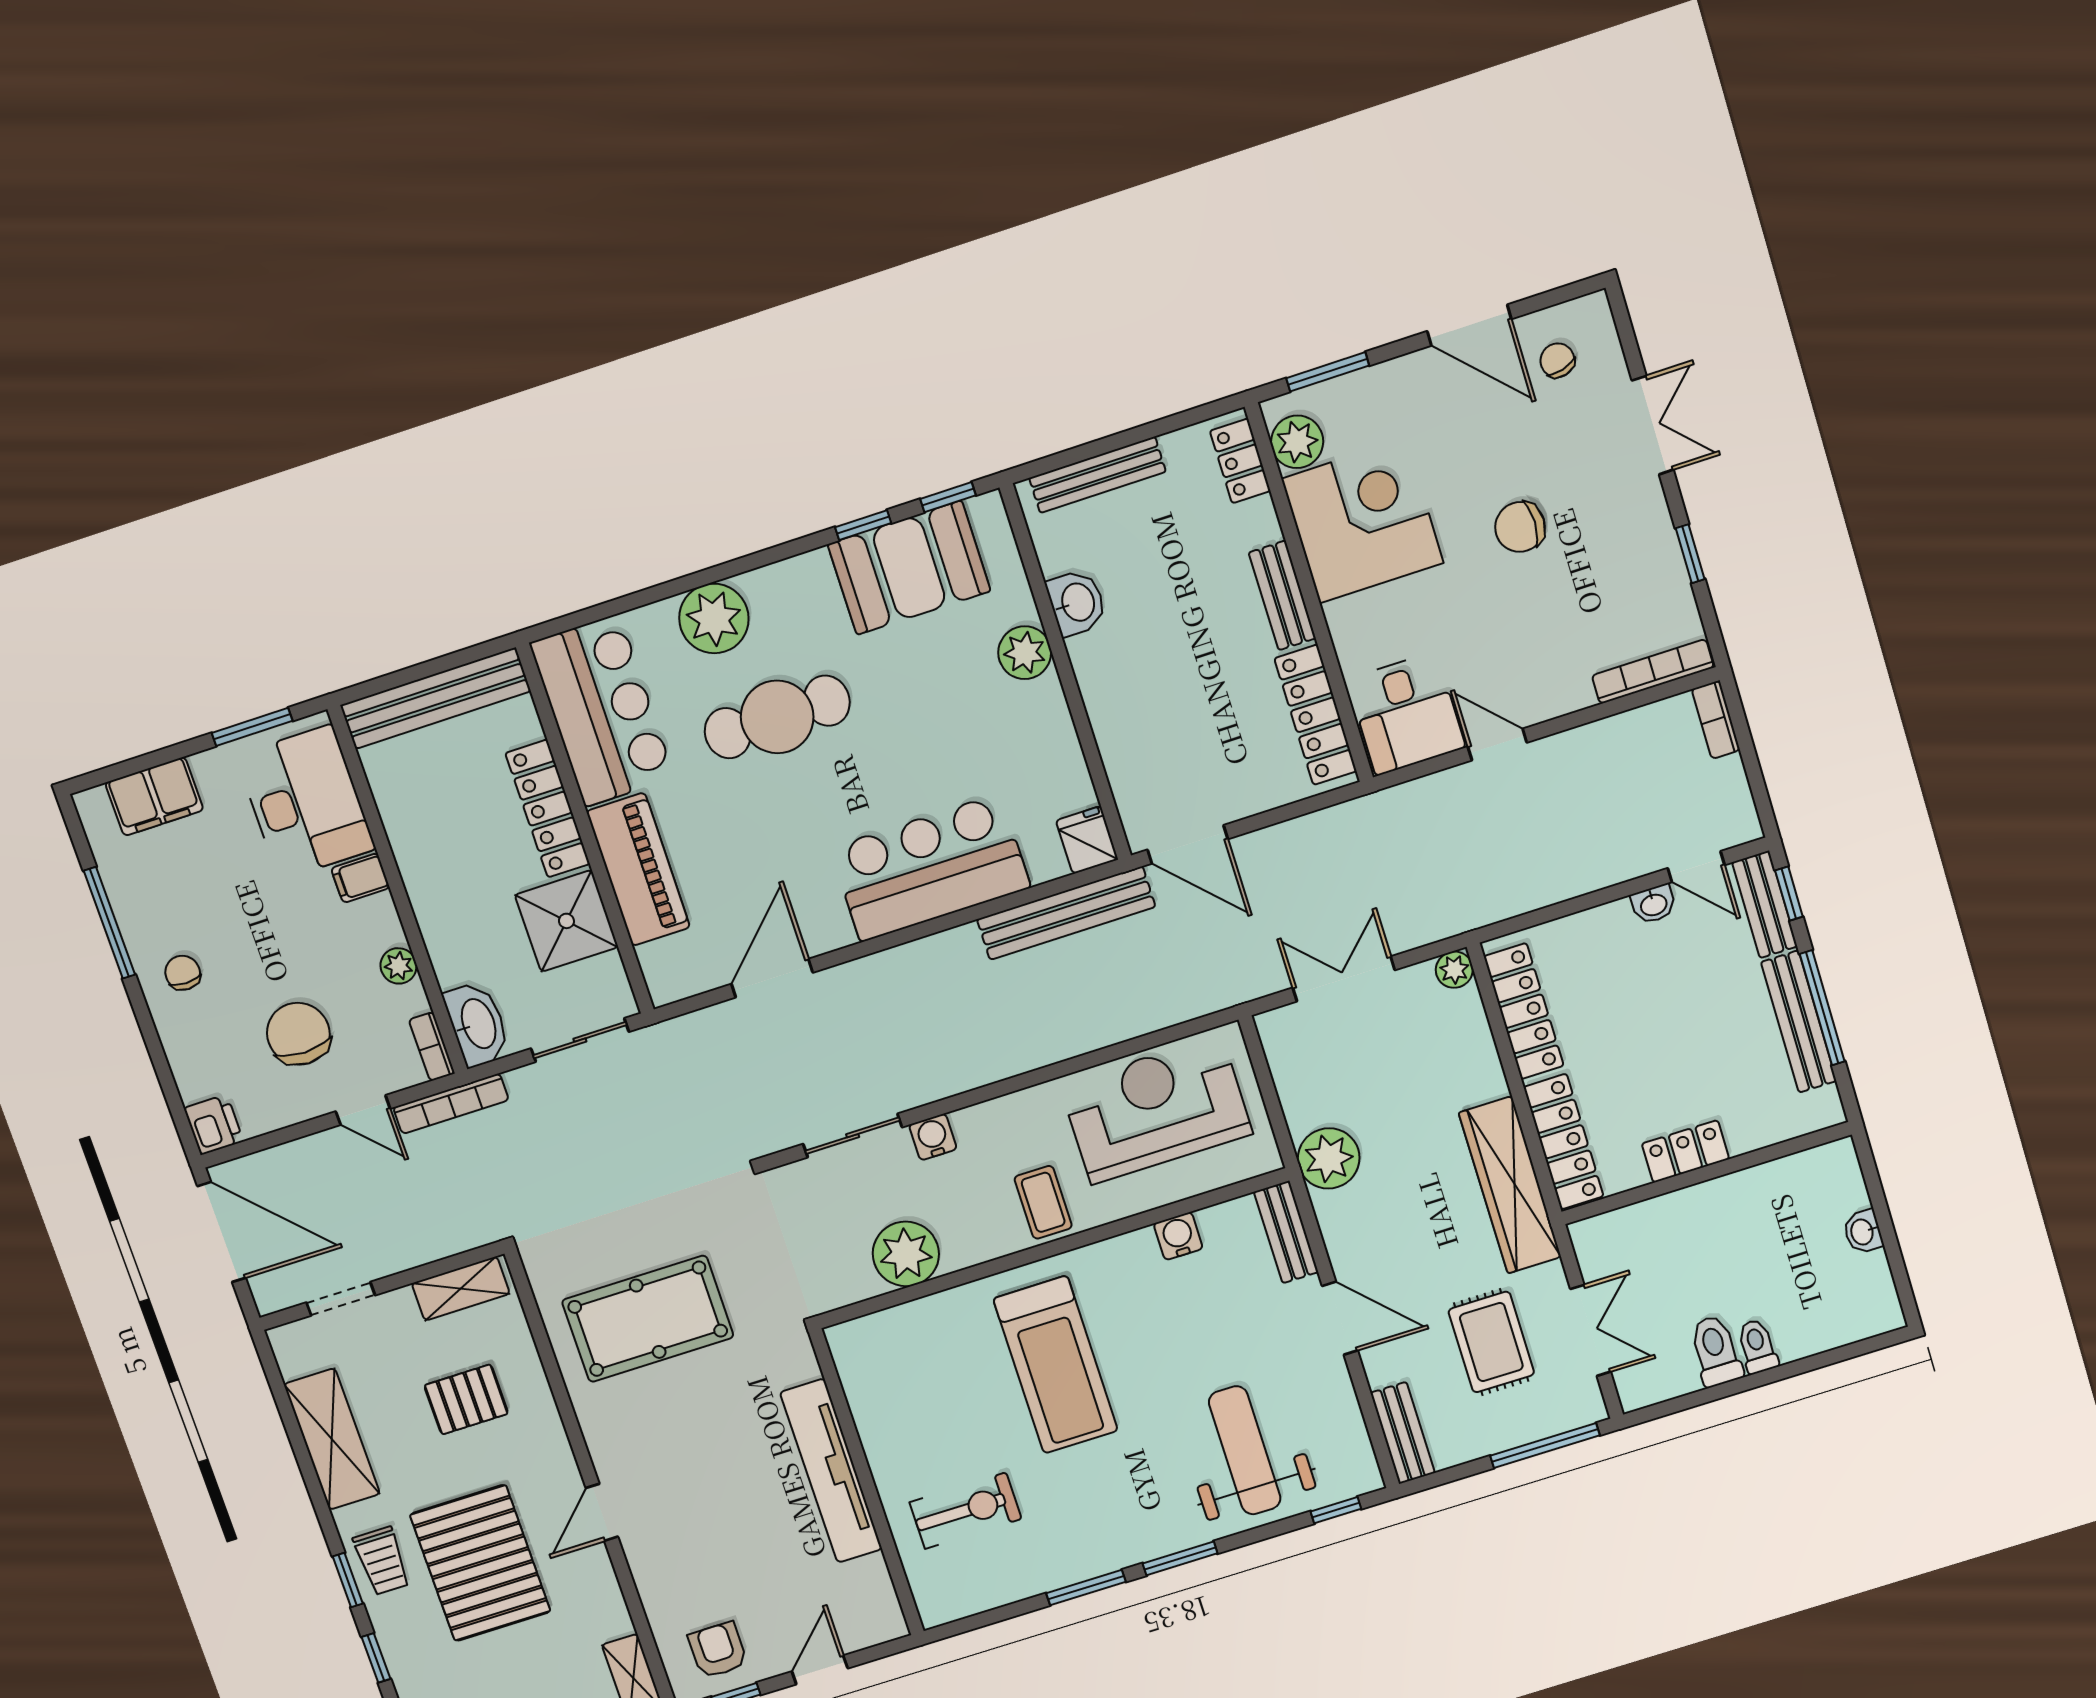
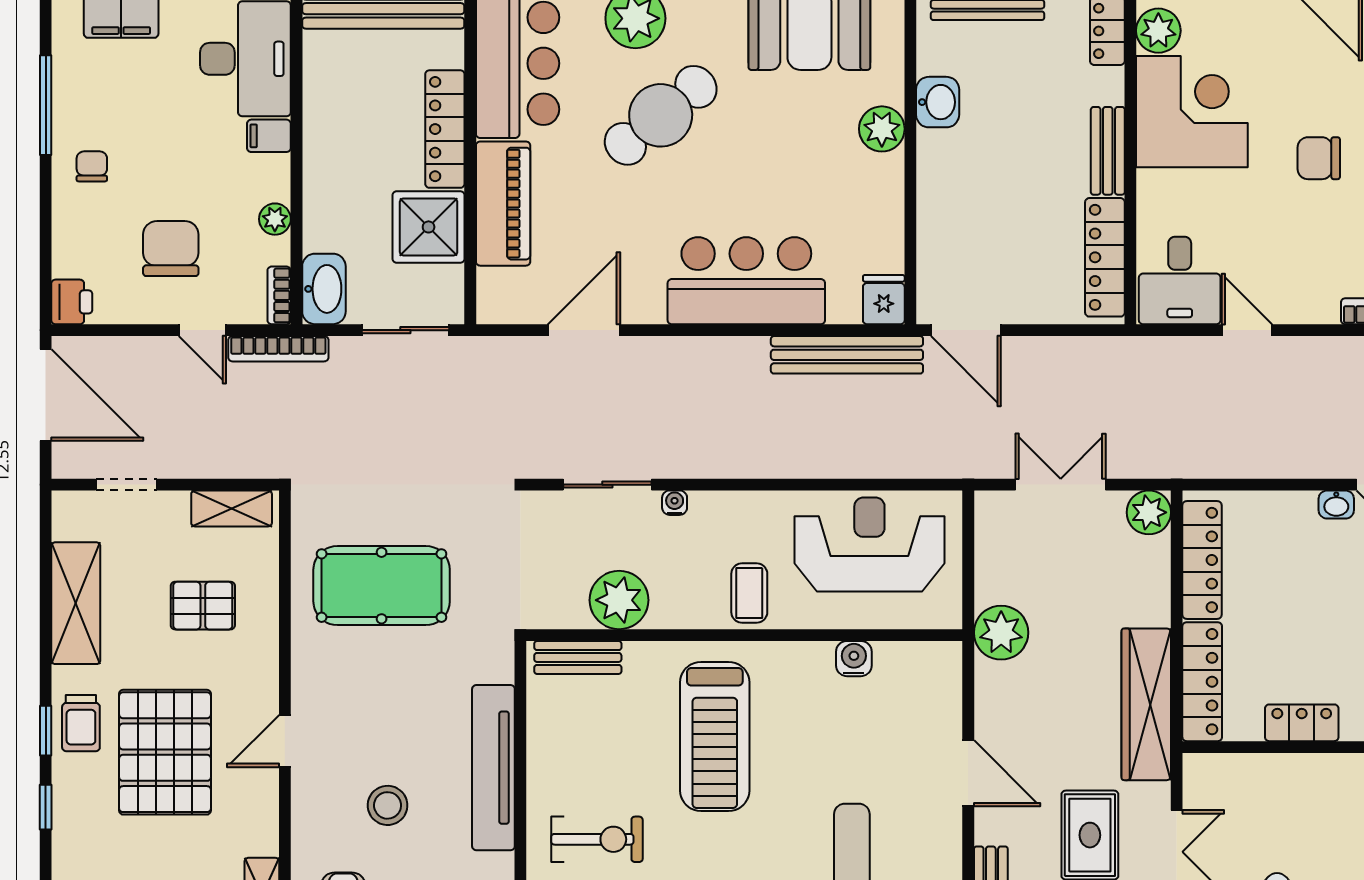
cafe table: (777, 717) -> (661, 115), turned -39
plant: (1454, 970) -> (1149, 512), width x1.38, depth x1.38
water cooler: (933, 1137) -> (675, 503), width x0.72, depth x0.72
bench: (1286, 1232) -> (578, 657), moved, turned 90
stool: (733, 1545) -> (388, 805), added

